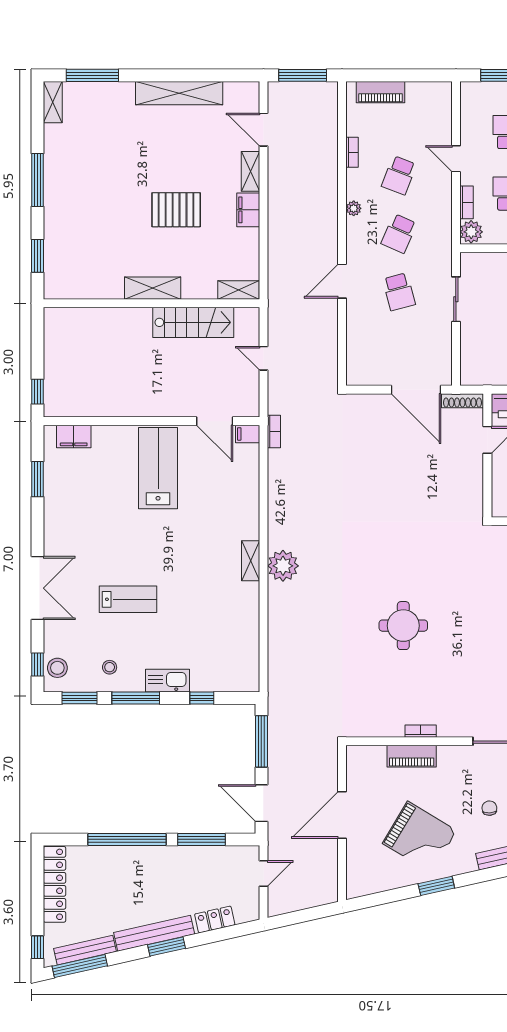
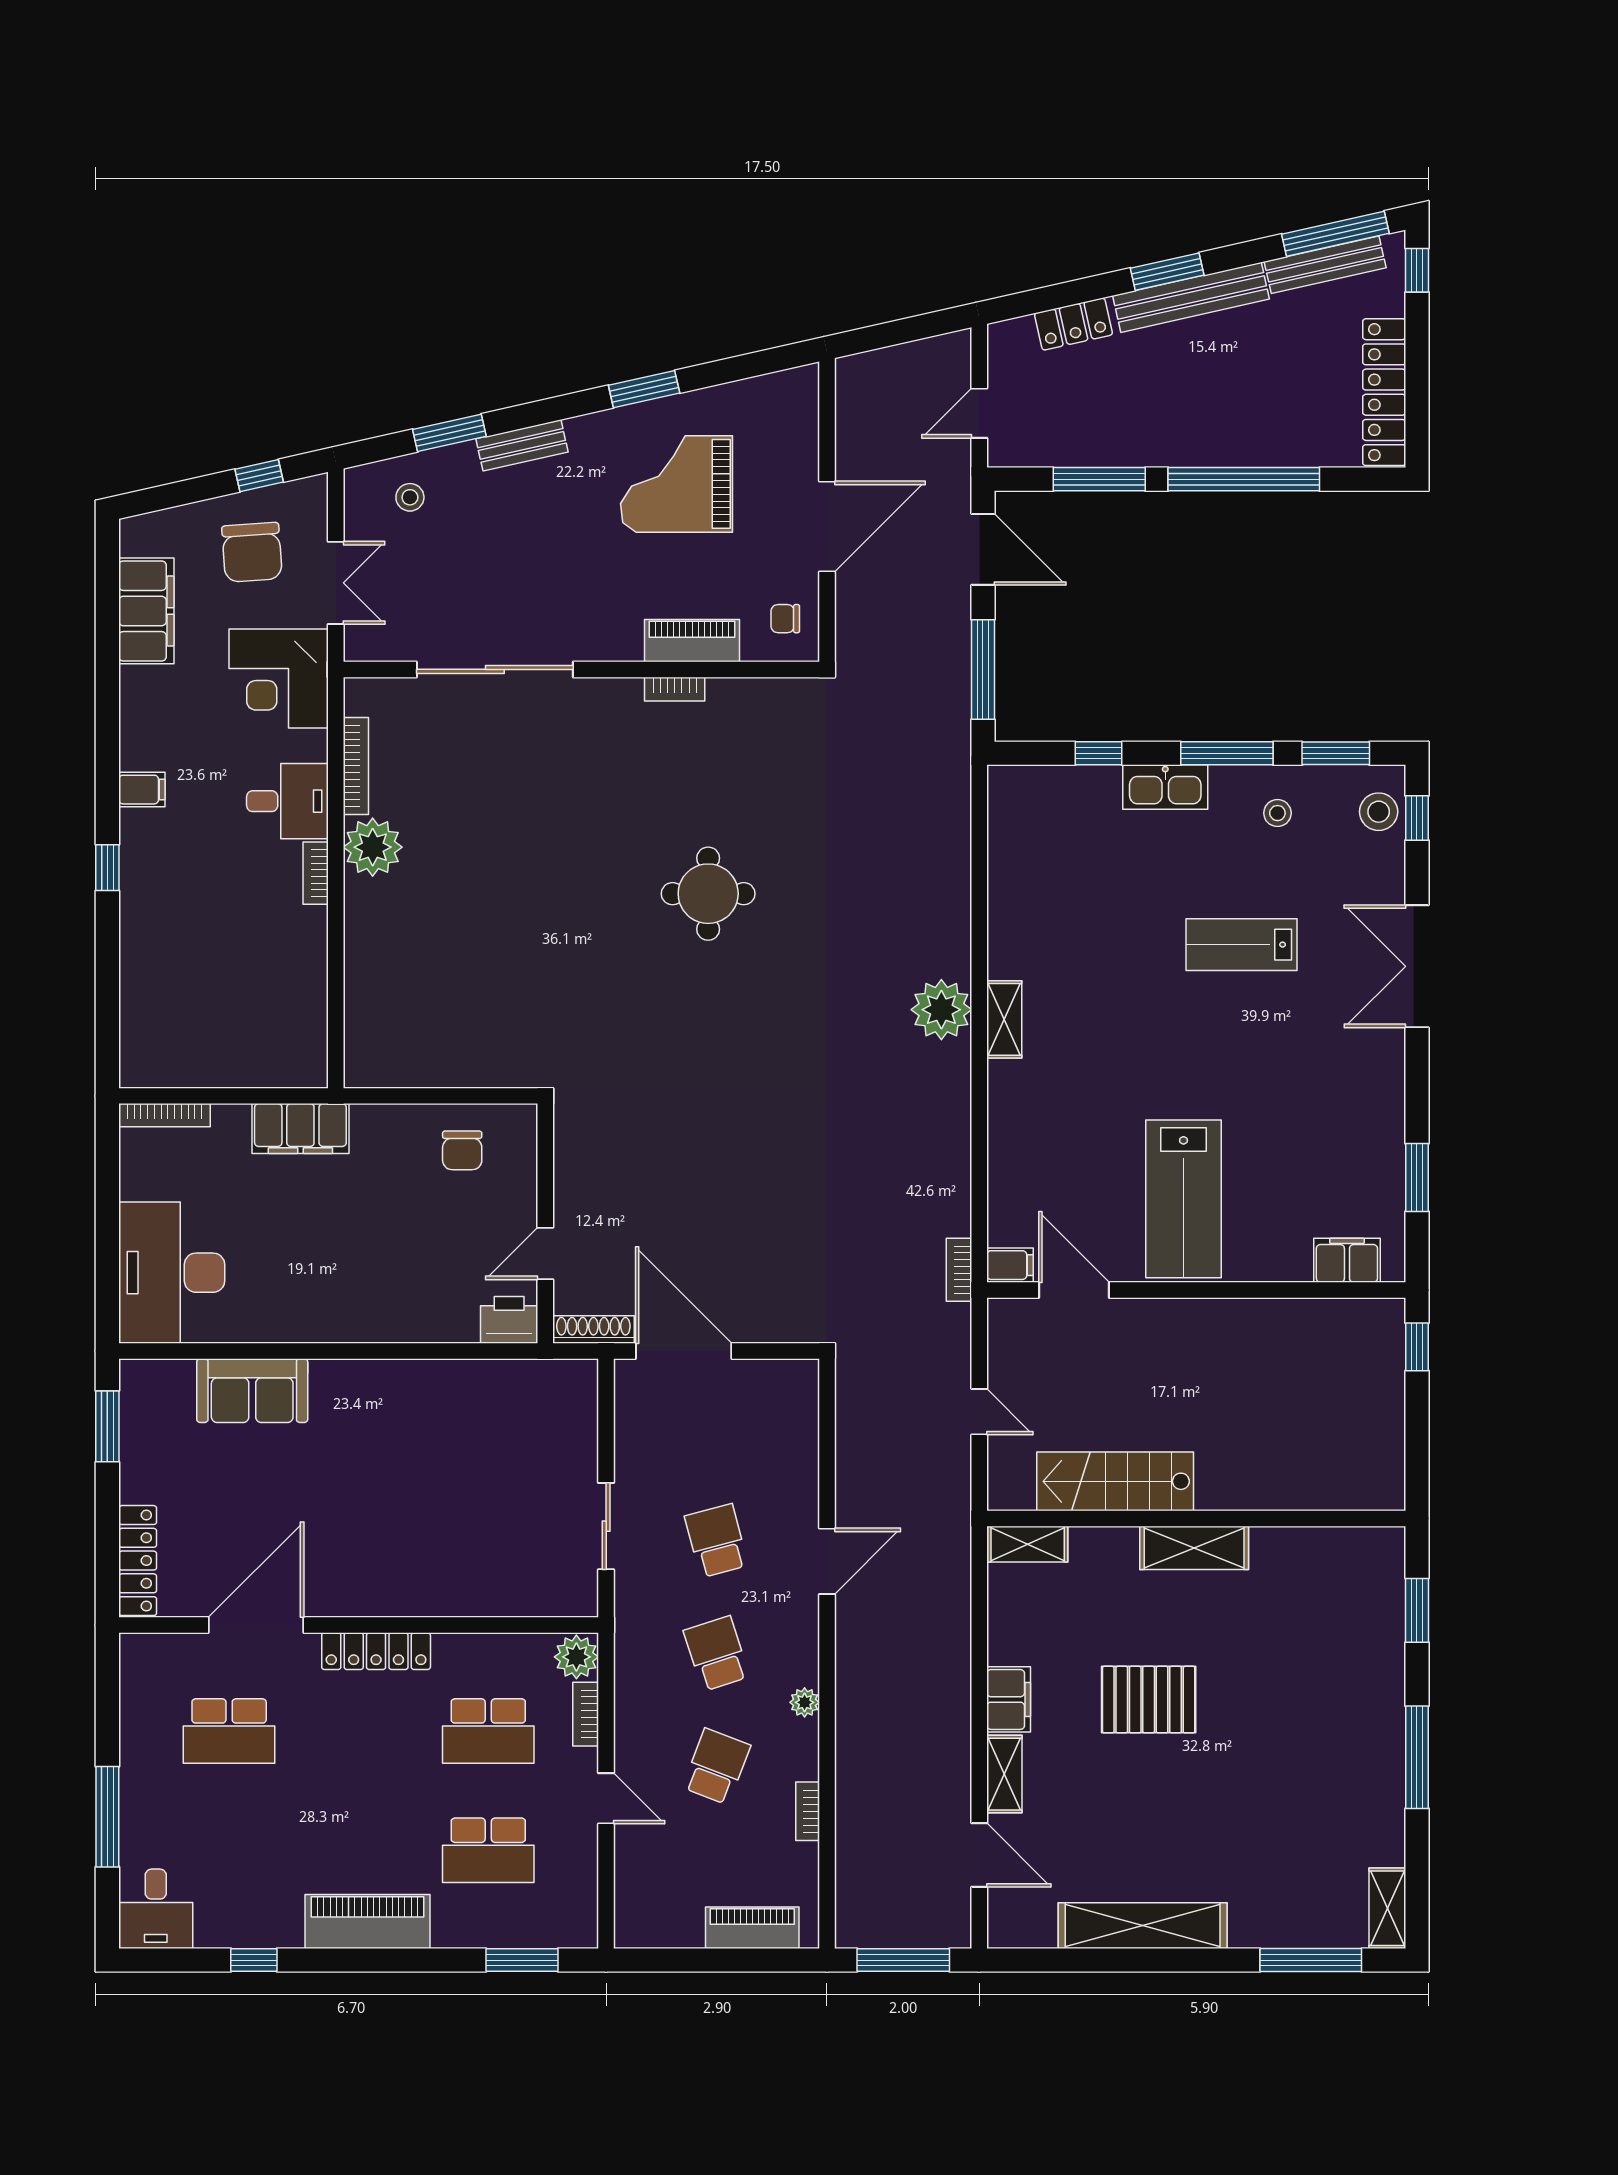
school desk: (399, 234) -> (717, 1654), turned -42
chair: (489, 808) -> (785, 619), moved, turned 93
grand piano: (420, 837) -> (677, 484), turned -31

